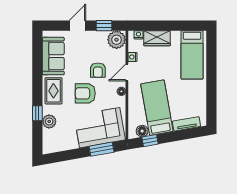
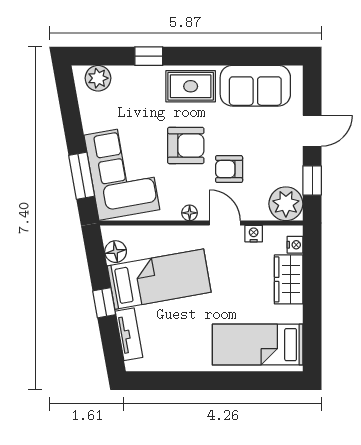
door: (77, 26) -> (312, 131), hinge flipped
armchair: (85, 93) -> (186, 145), turned 90
plant: (49, 121) -> (98, 78), moved
window: (150, 141) -> (104, 303), moved

